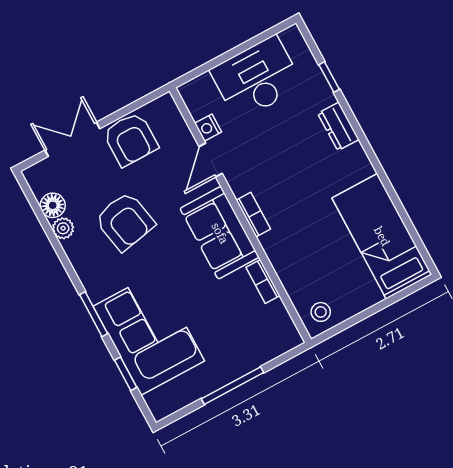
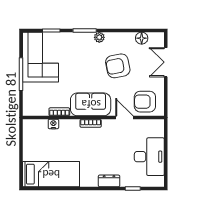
nightstand: (208, 128) -> (53, 124), moved
double door: (72, 139) -> (166, 62), swing flipped
armchair: (131, 139) -> (145, 102), moved
plant: (63, 228) -> (99, 37), moved
stool: (321, 312) -> (32, 130), removed
corner sofa: (149, 334) -> (41, 57), moved, turned -90

